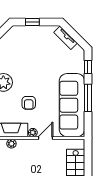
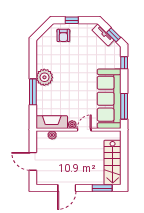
window: (77, 38) -> (114, 35), added
window: (88, 98) -> (124, 106), moved
armchair: (29, 103) -> (63, 35), moved

